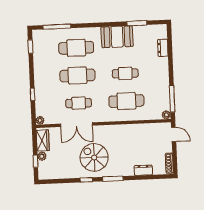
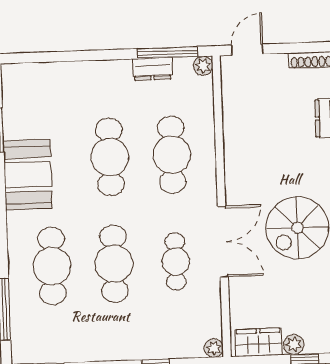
dresser: (163, 48) -> (152, 69), moved
cafe table: (125, 73) -> (110, 157), width x1.37, depth x1.35
double door: (76, 125) -> (223, 242), moved

